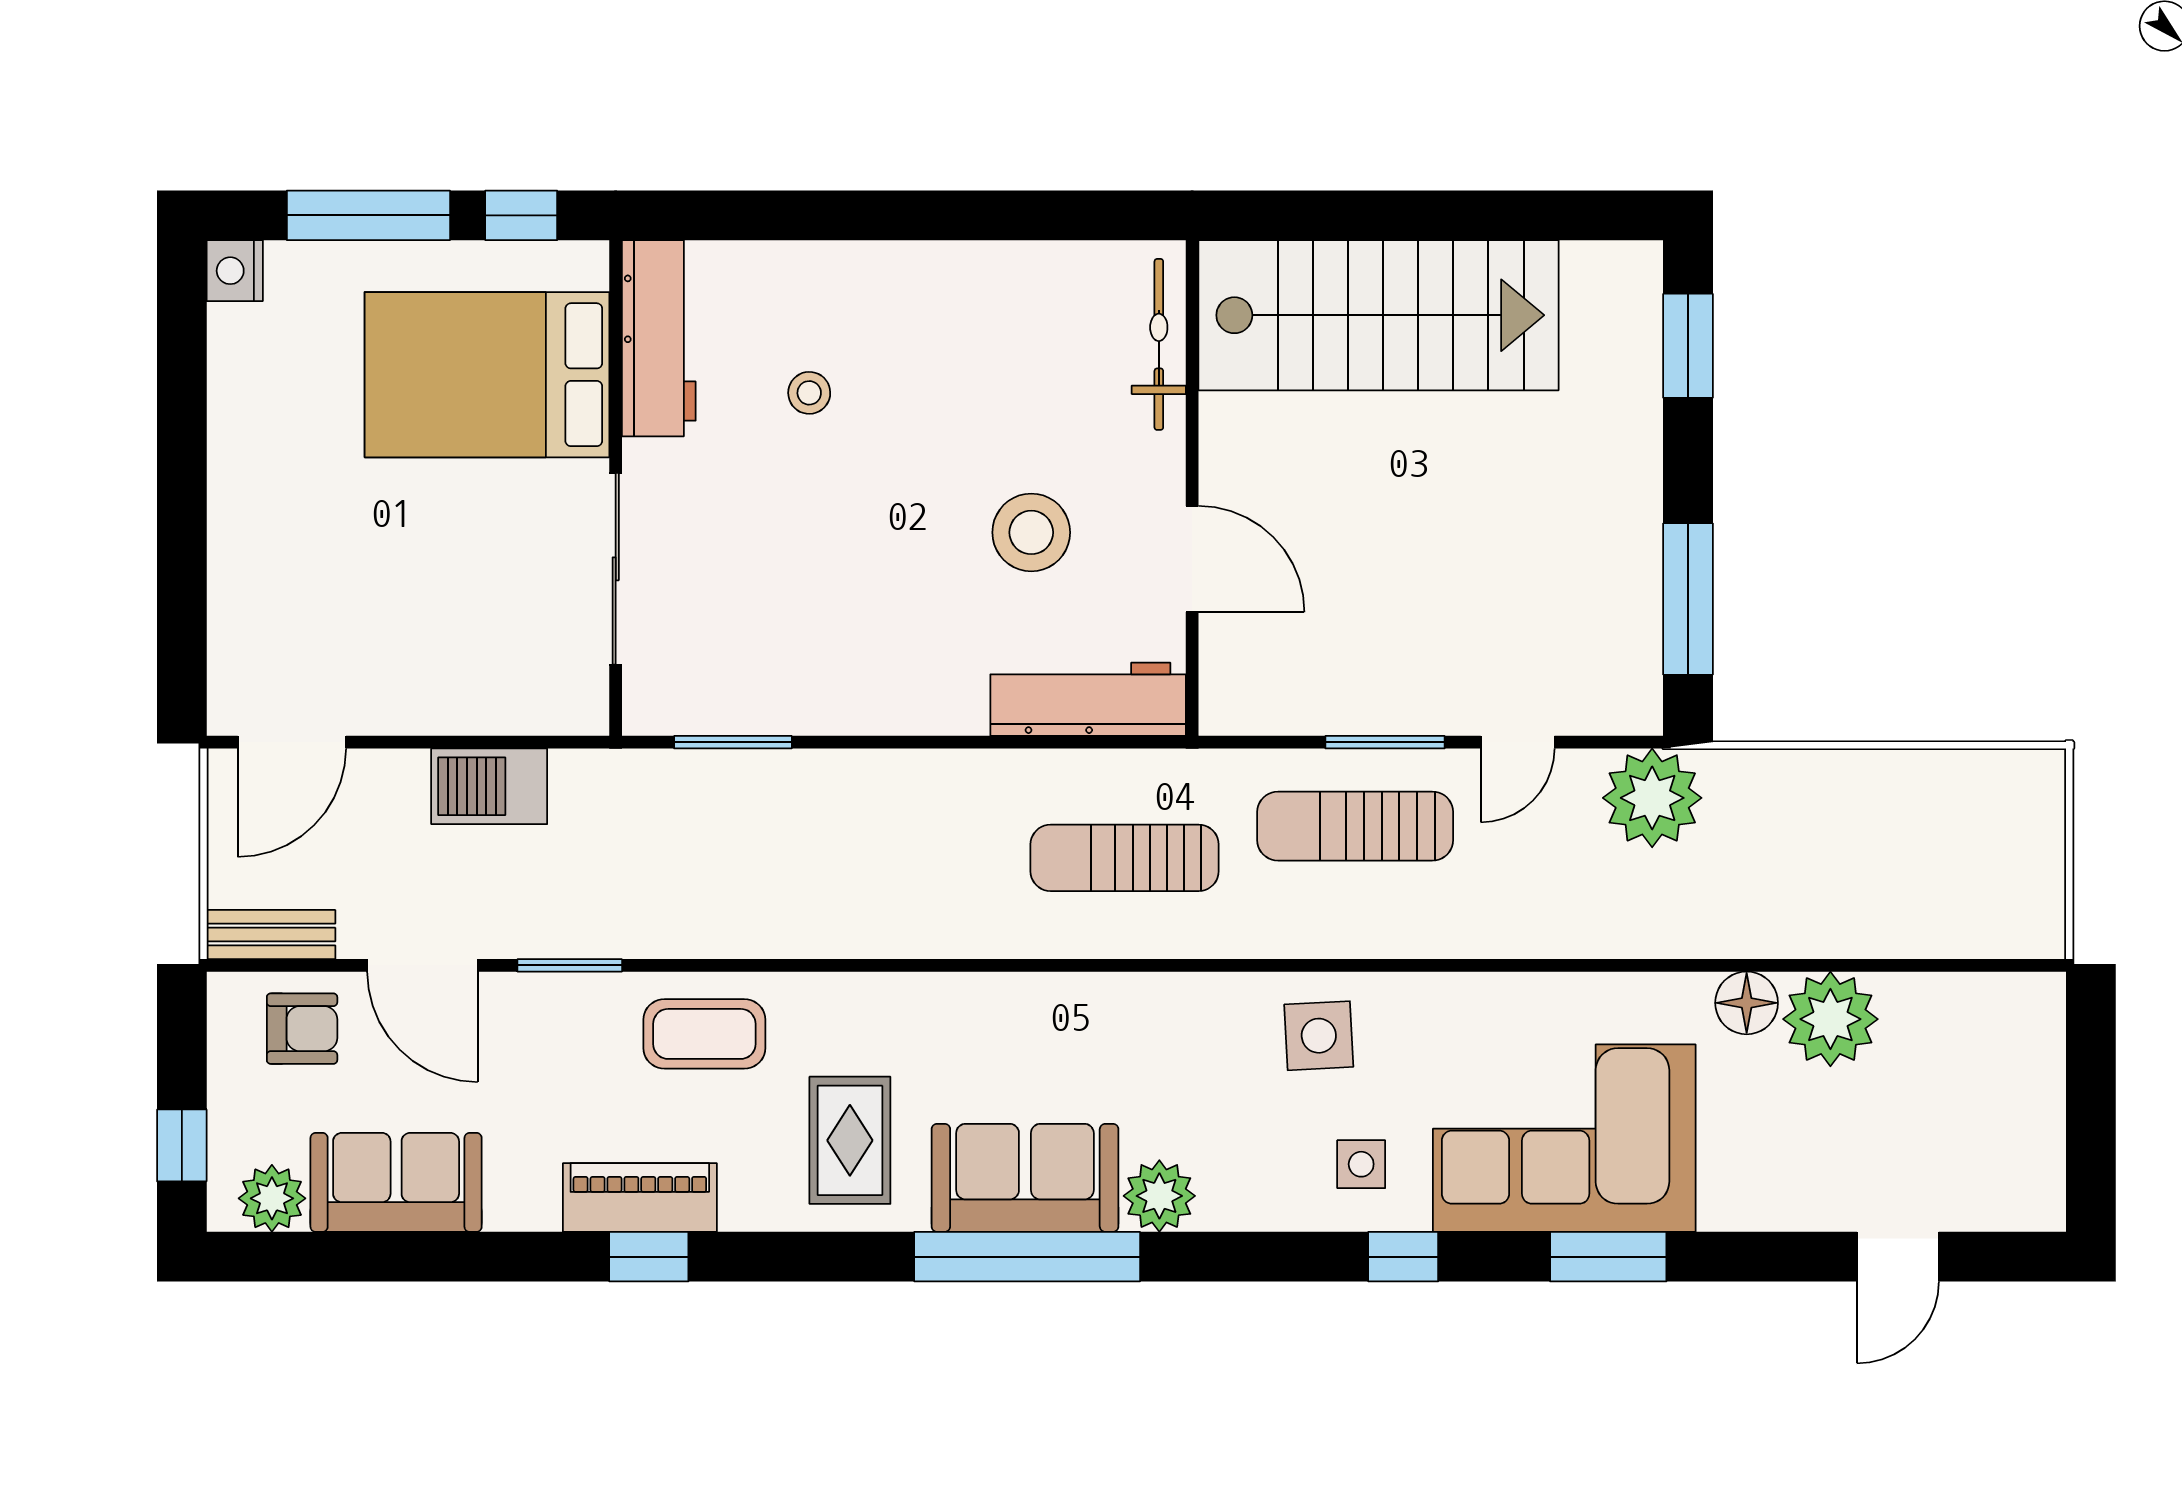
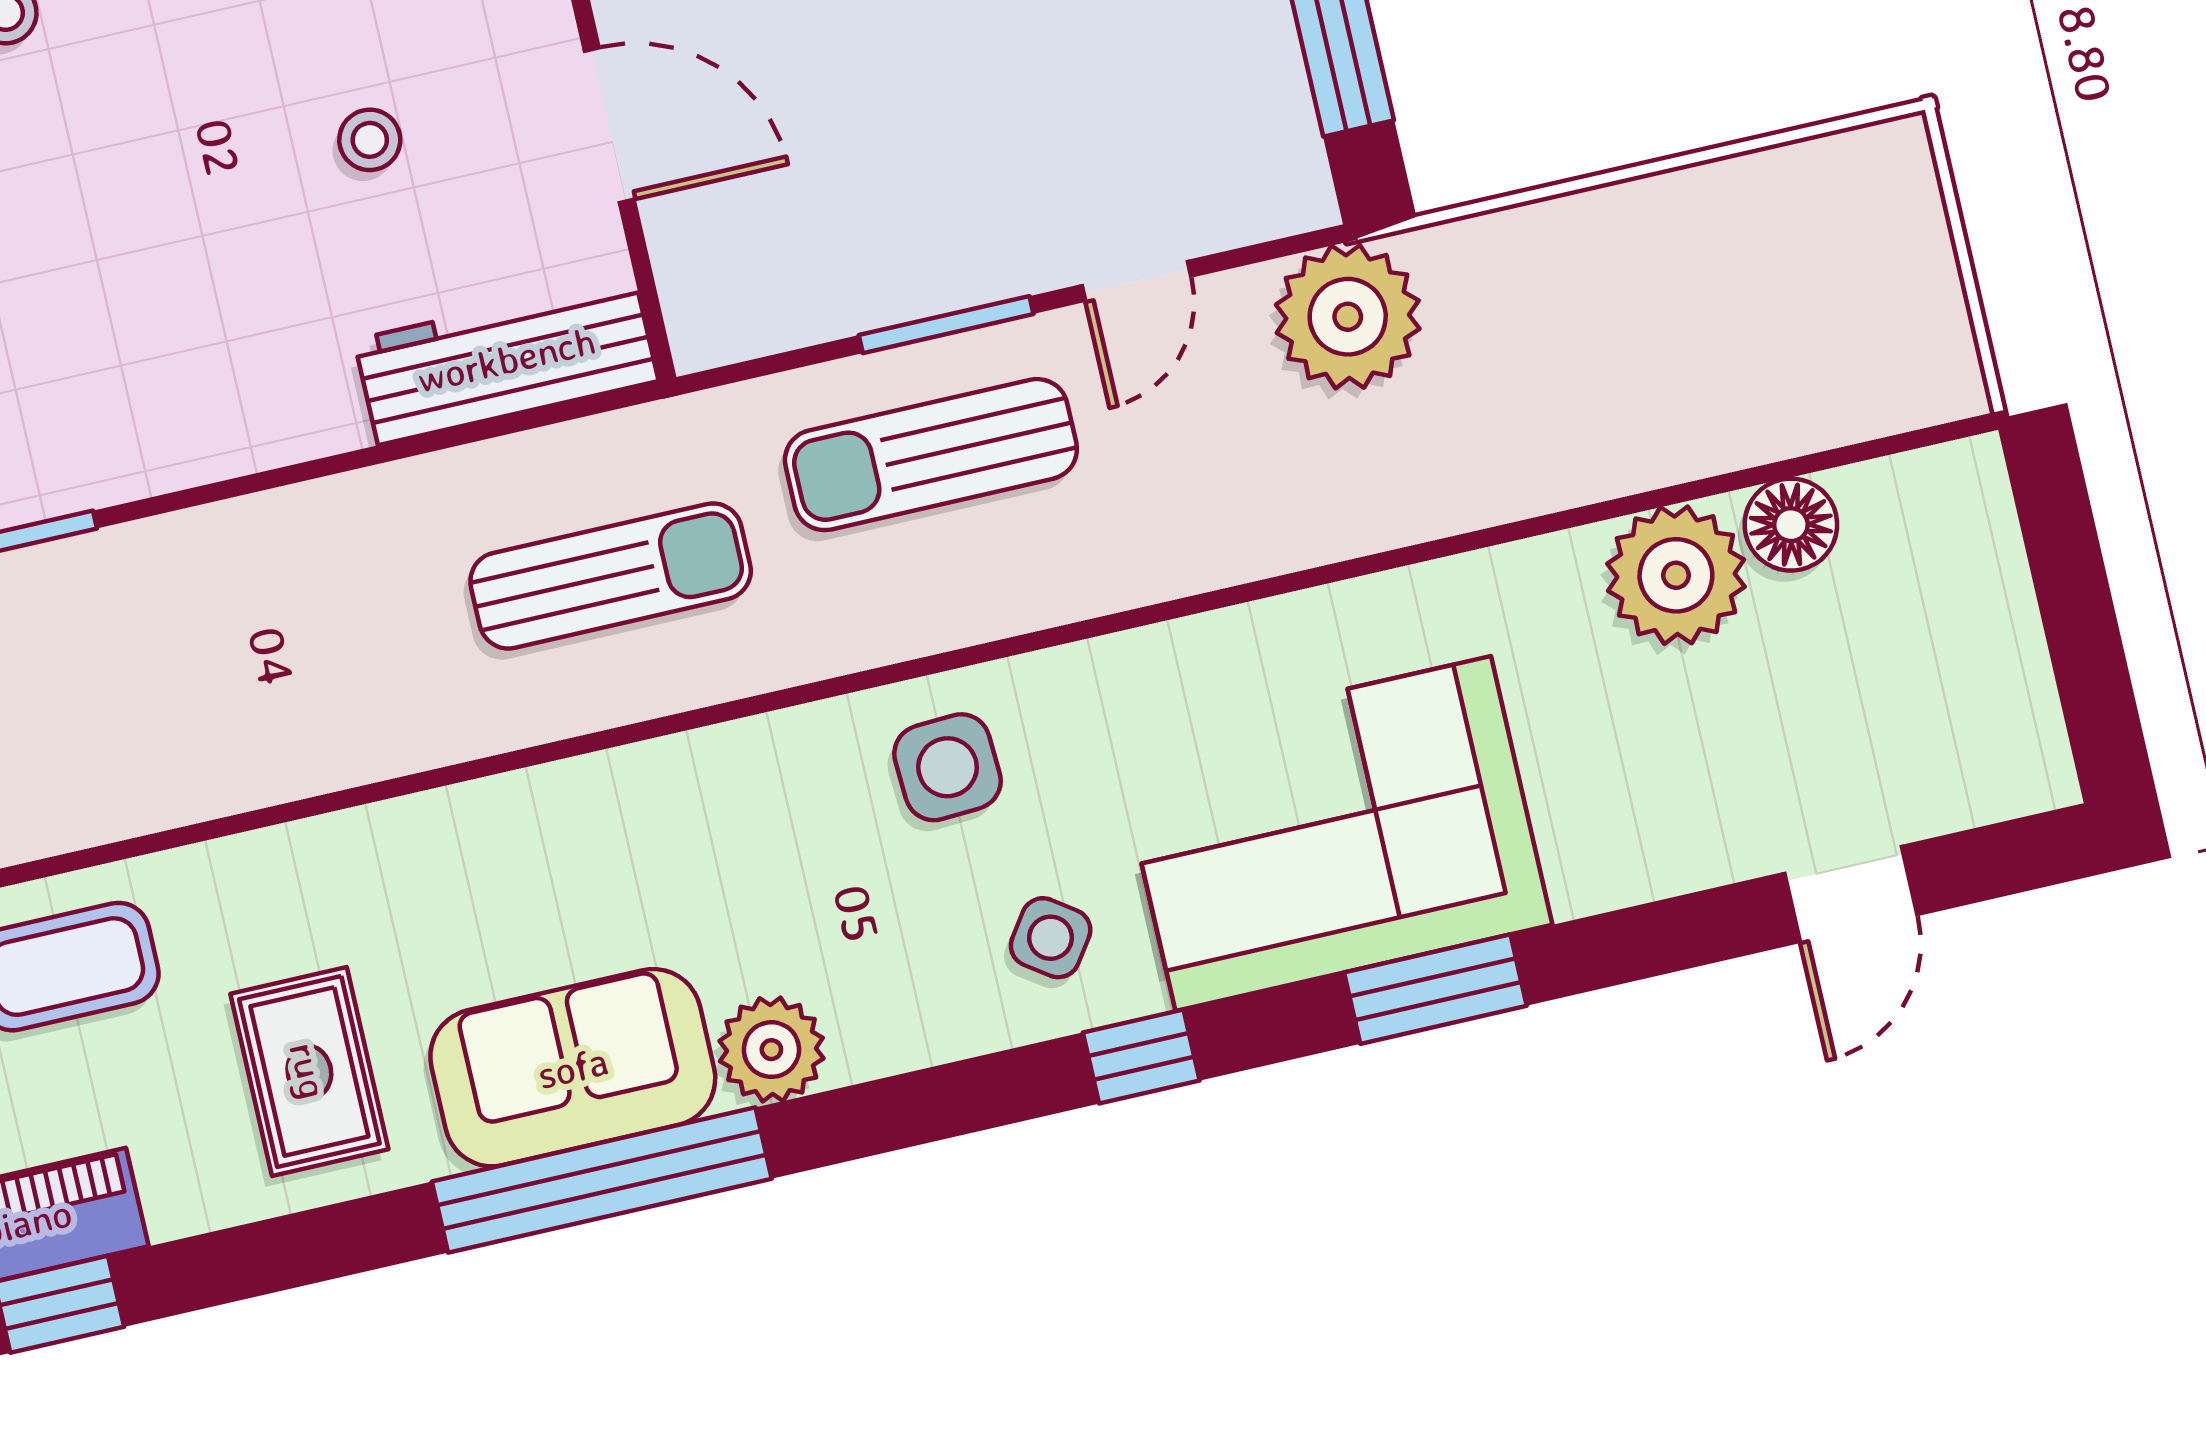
stool: (1031, 532) -> (370, 140), width x0.53, depth x0.53
sun lounger: (1125, 858) -> (611, 576), turned 180
floor lamp: (1747, 1003) -> (1791, 525), moved
side table: (1361, 1164) -> (1051, 938), turned 35

